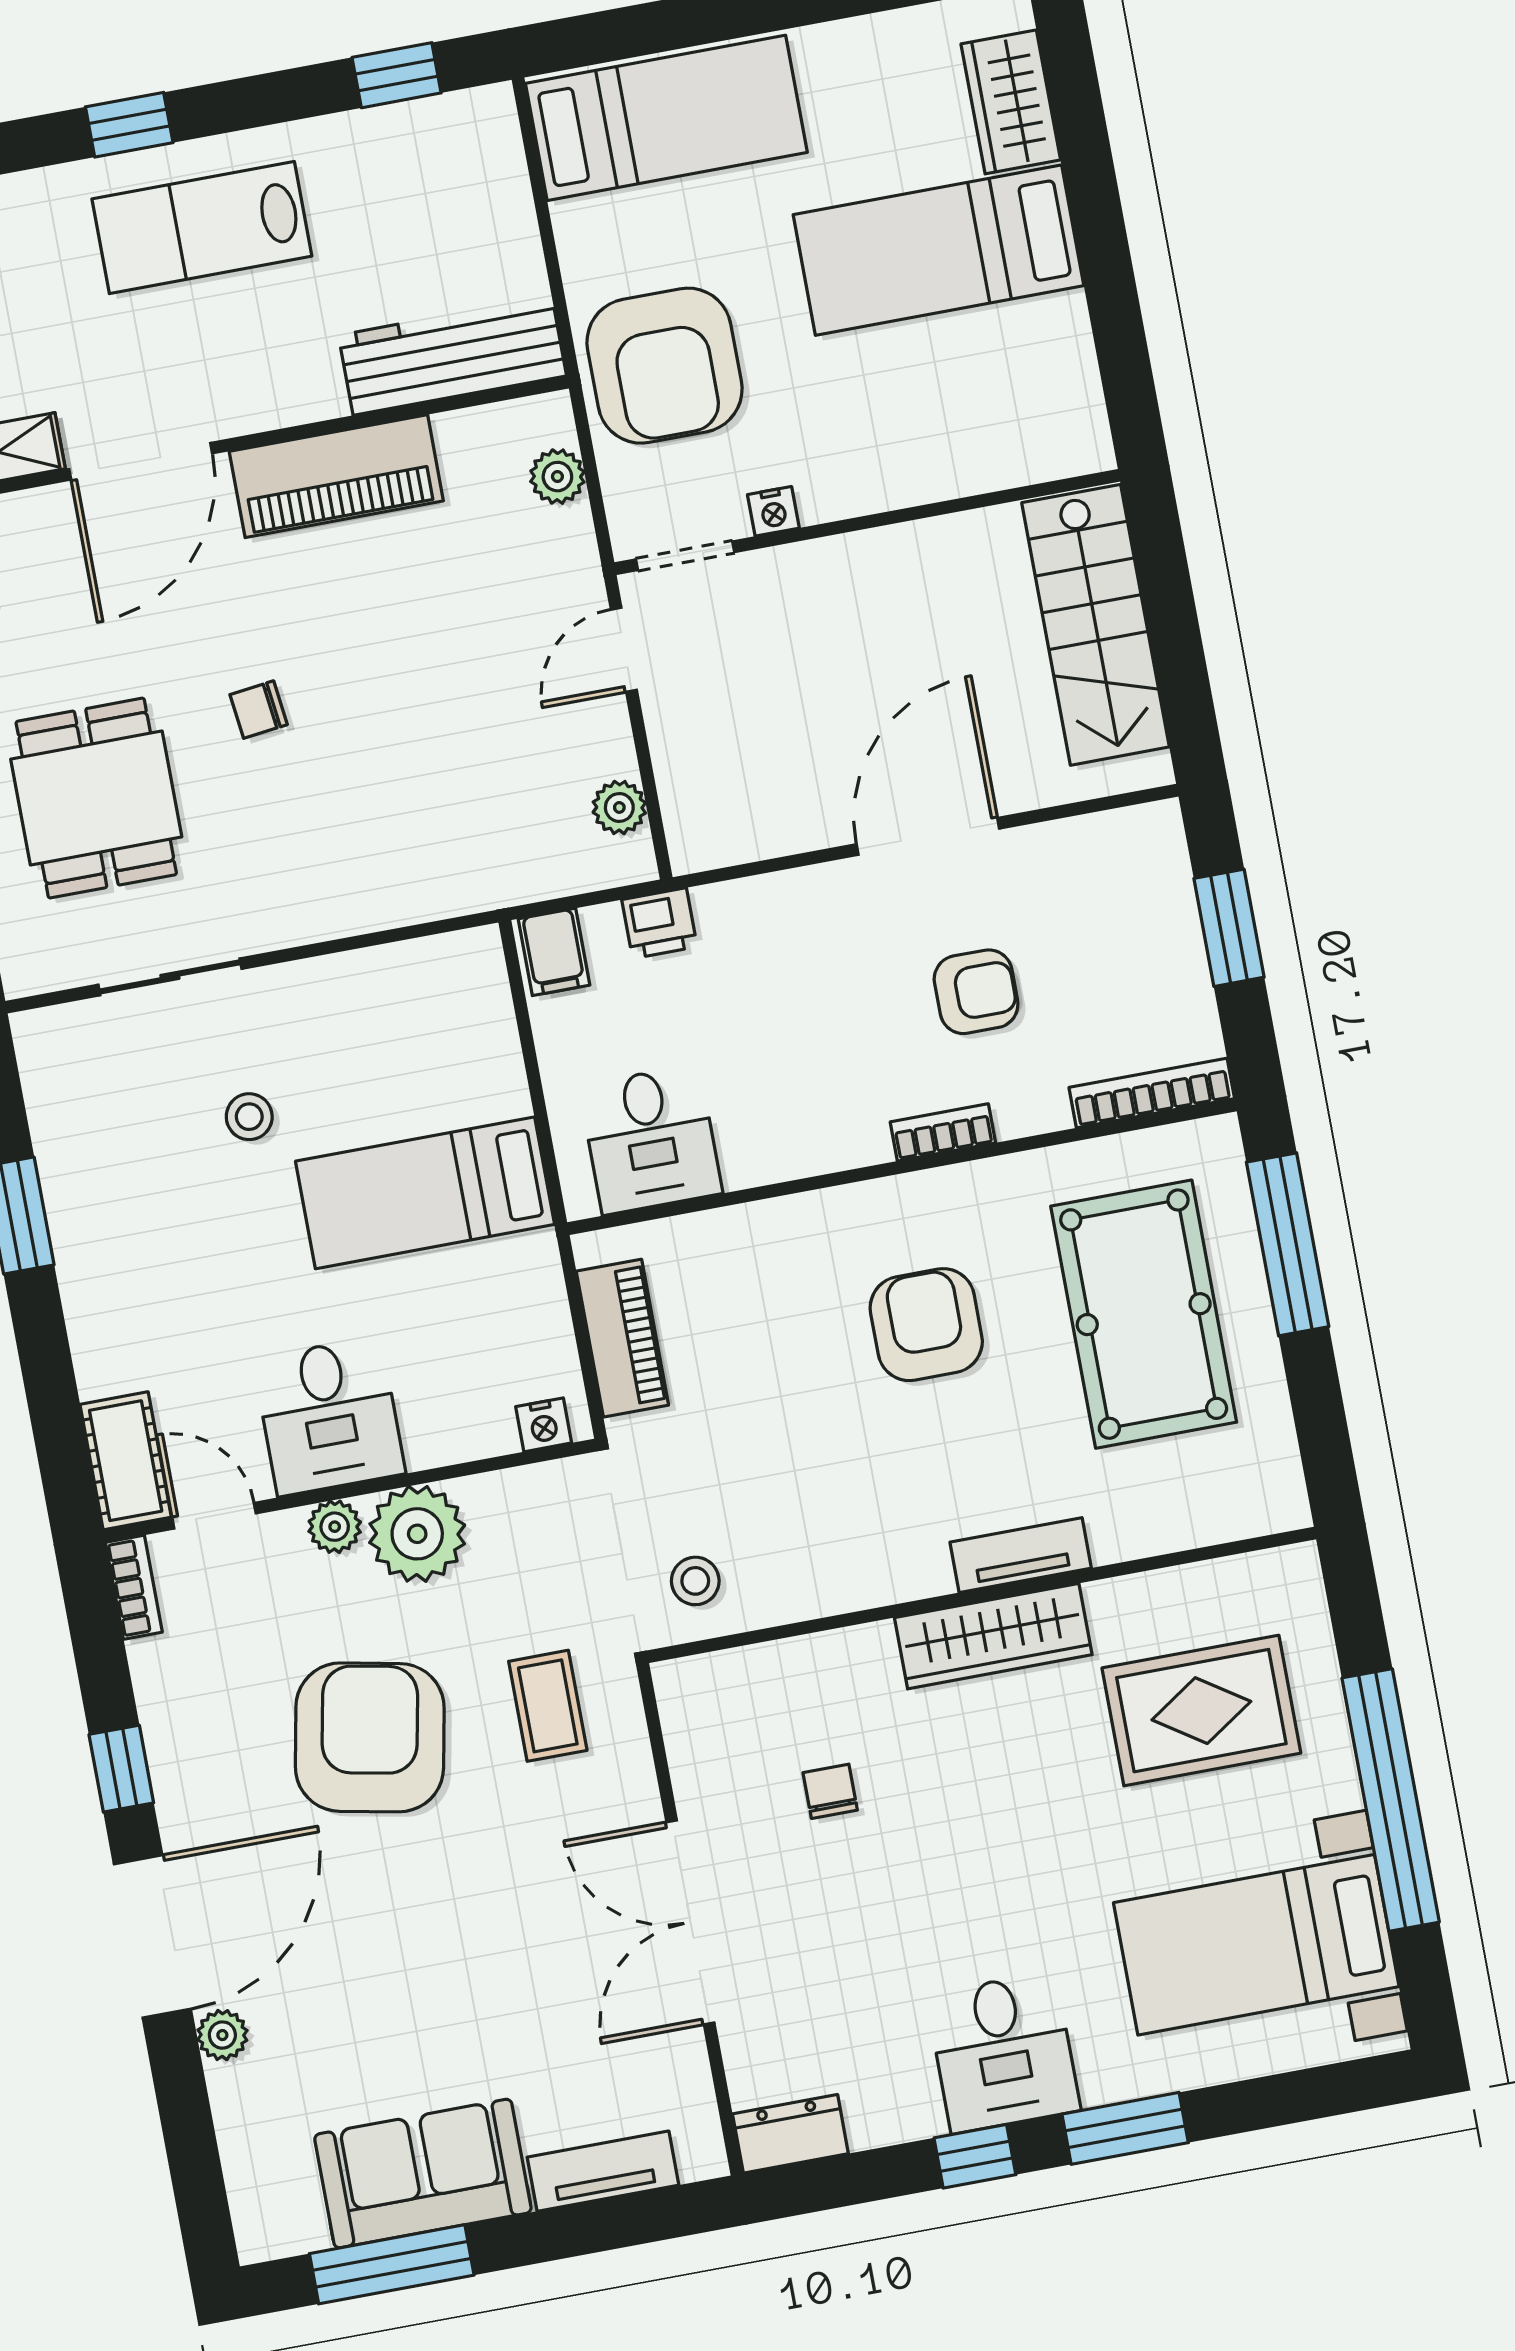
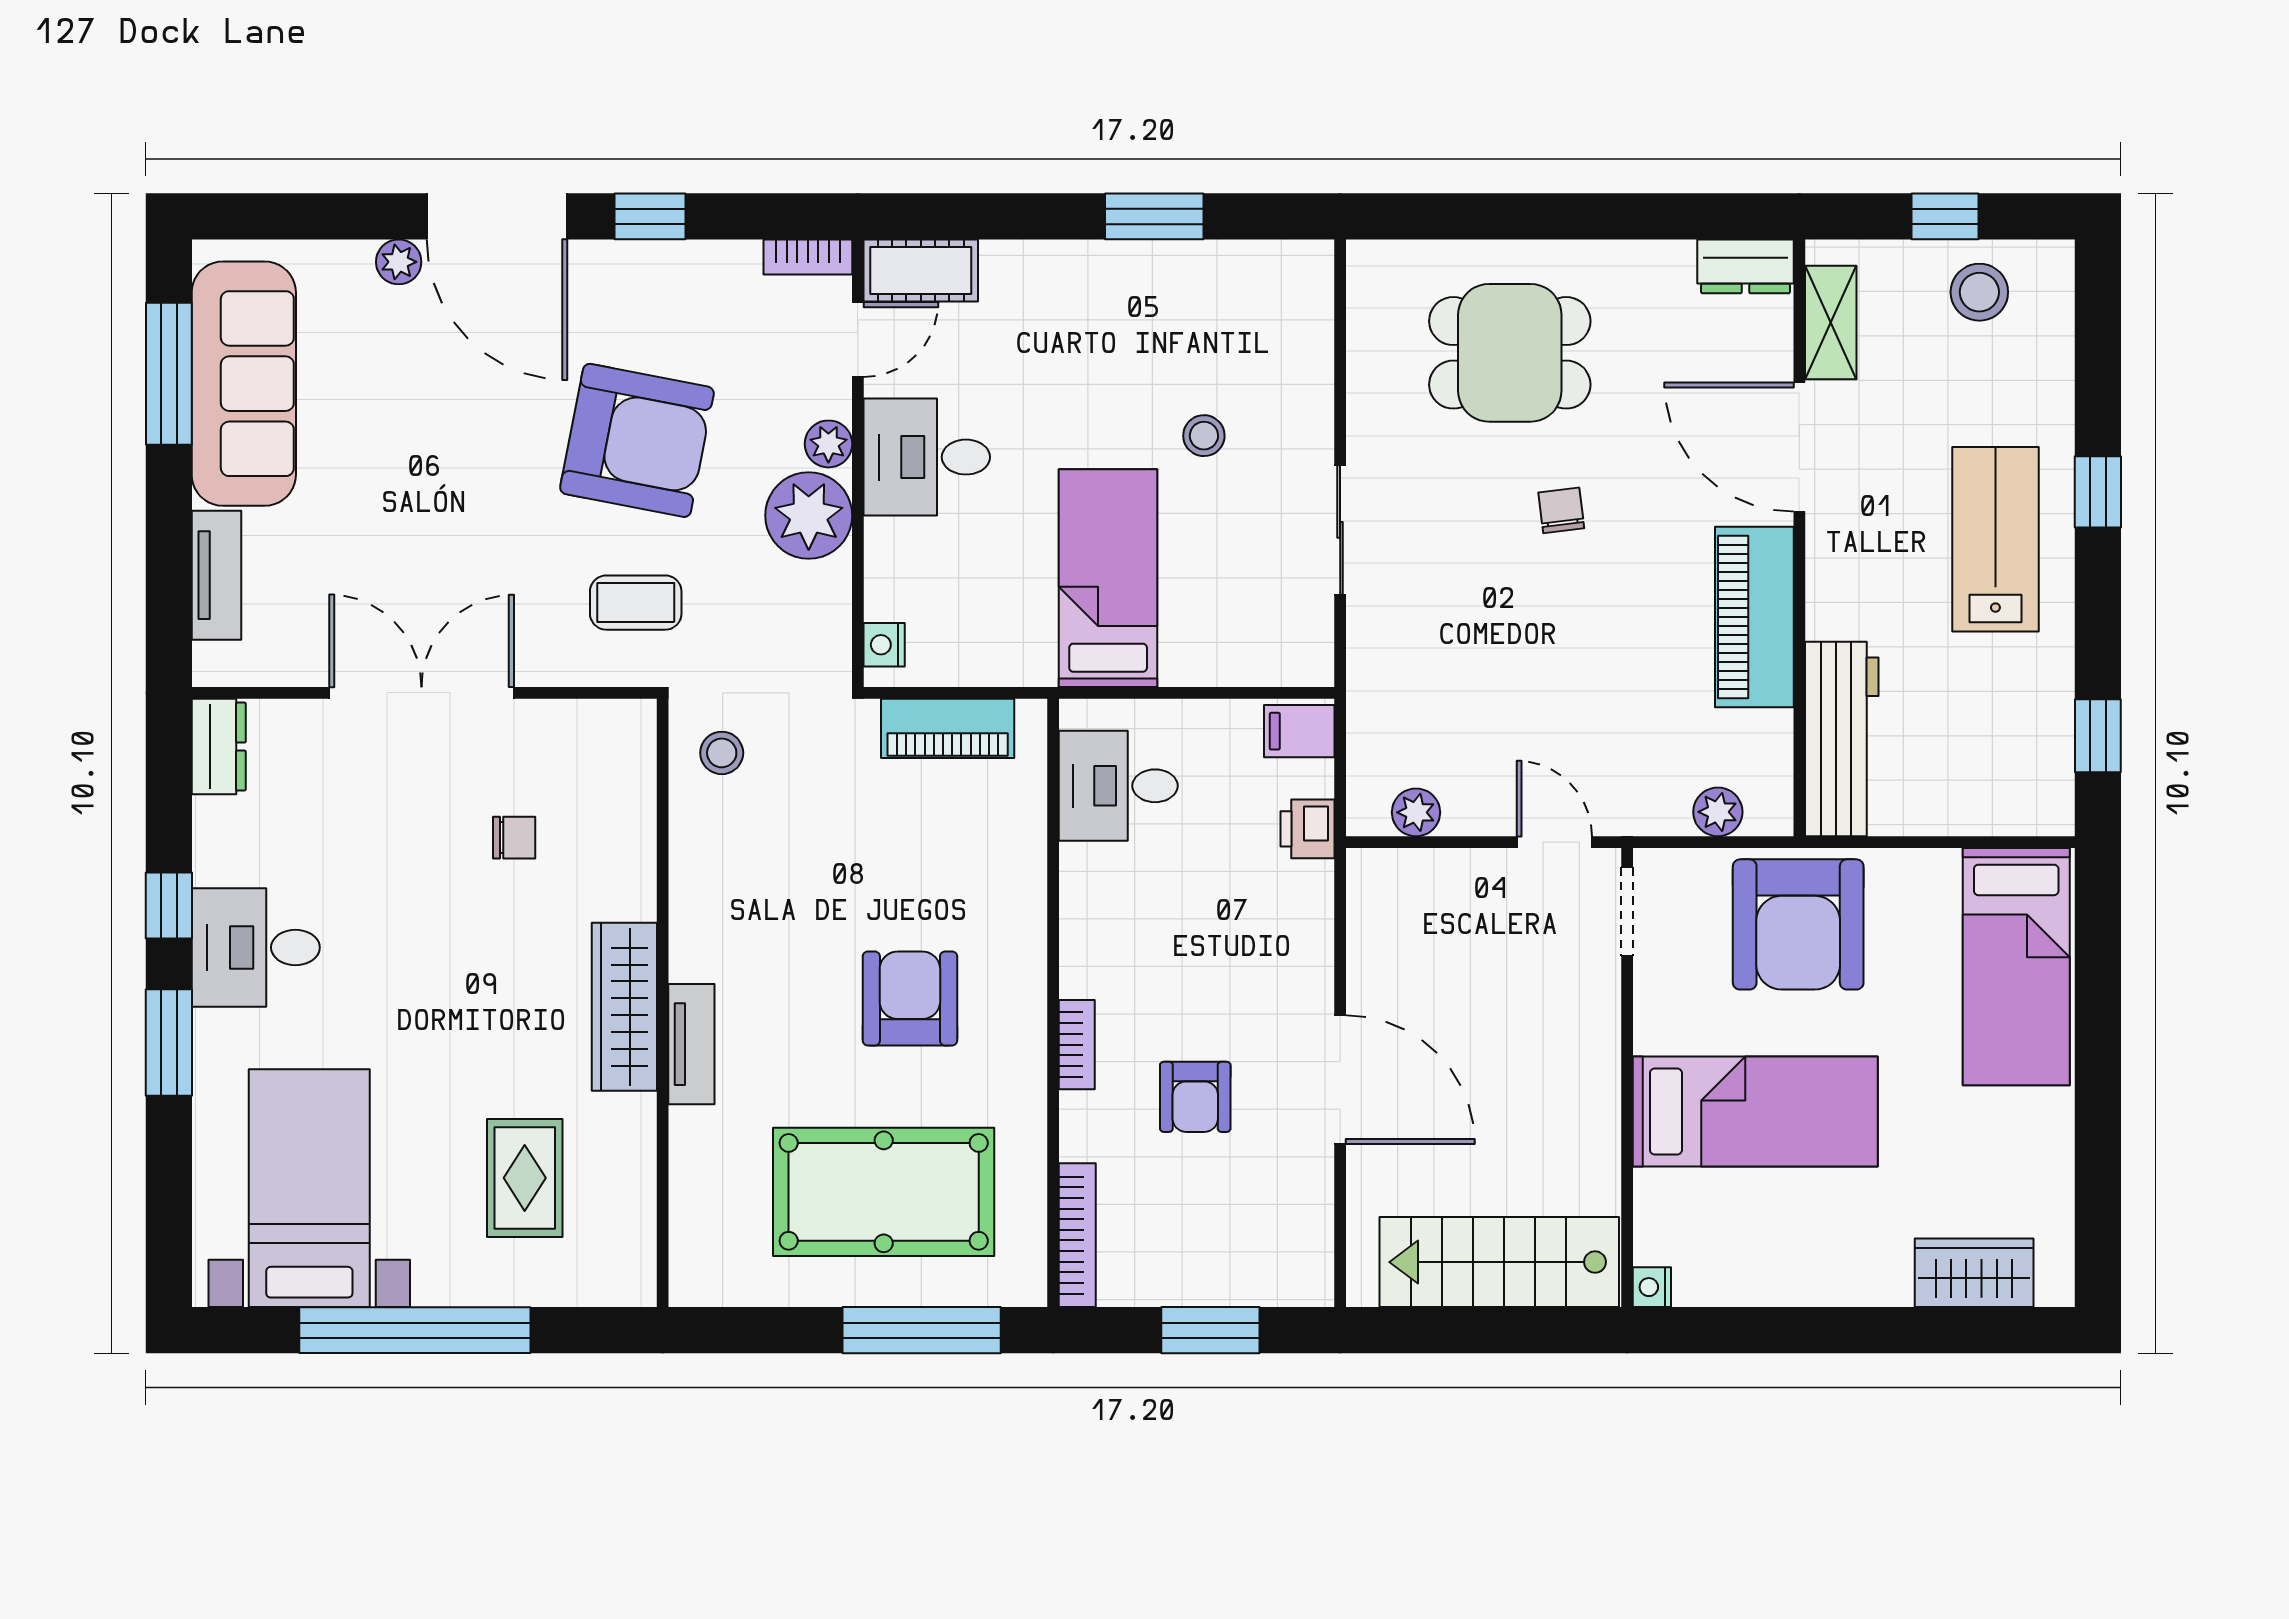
bed: (939, 250) -> (1755, 1112), moved, turned 90
armchair: (665, 366) -> (1798, 924), turned -90
nightstand: (773, 511) -> (1652, 1287), moved
sliding door: (170, 977) -> (1340, 530), moved
armchair: (926, 1325) -> (910, 998), turned -90
rug: (1201, 1711) -> (525, 1178), width x0.73, depth x0.70
sofa: (423, 2174) -> (244, 384), width x1.36

